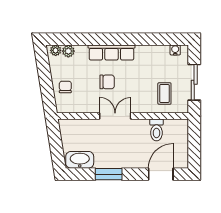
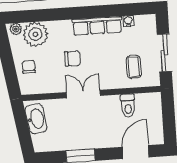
water cooler: (175, 50) -> (128, 21), moved
plant: (68, 51) -> (35, 34), width x1.88, depth x1.88
row of seats: (112, 53) -> (97, 26), moved
washbasin: (80, 160) -> (36, 119), moved, turned 81

